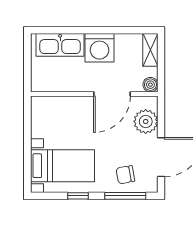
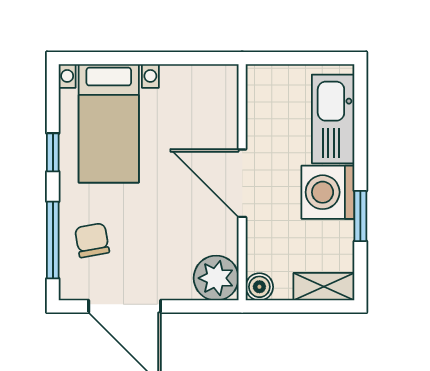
window: (112, 30) -> (360, 216), added
door: (112, 94) -> (242, 183), moved
plant: (146, 121) -> (216, 278), moved

